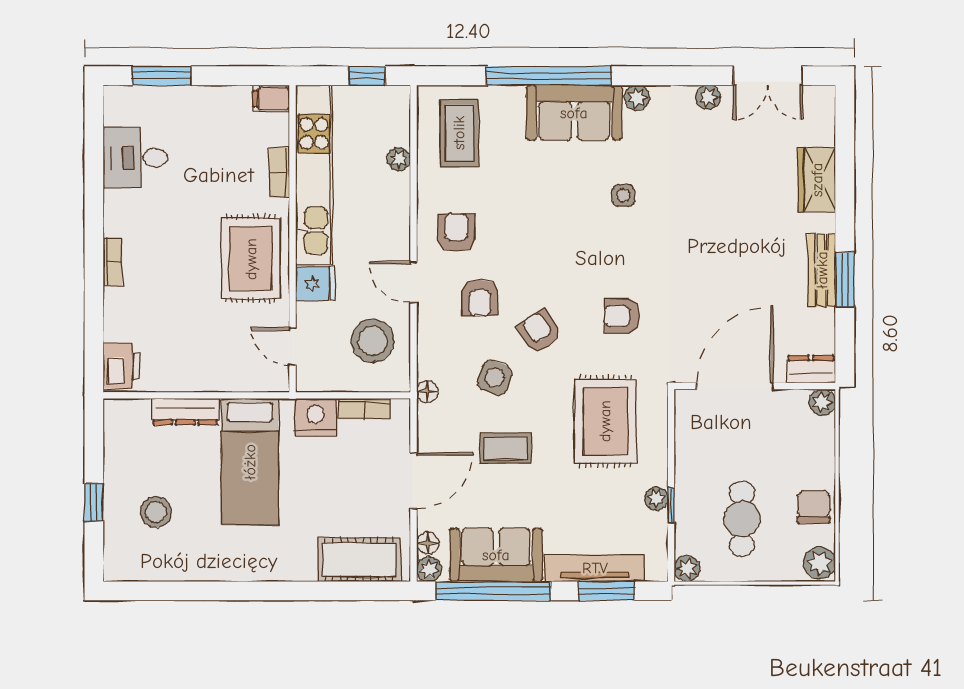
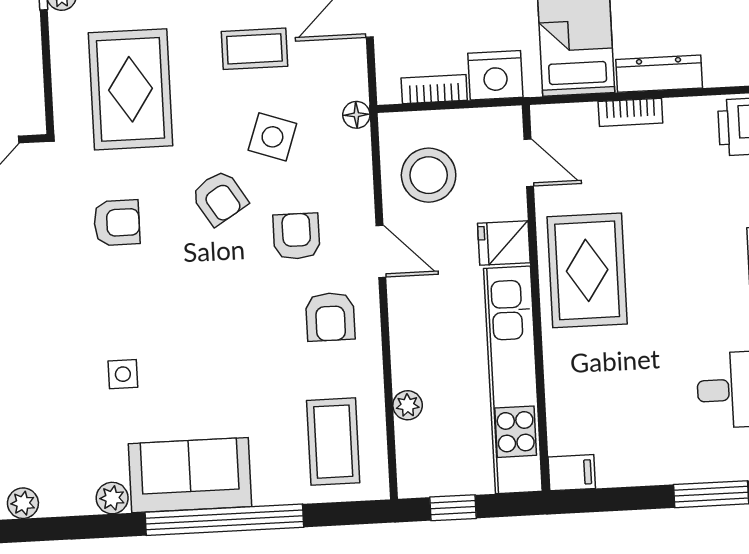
bookcase: (279, 172) -> (630, 112), moved, turned 90

